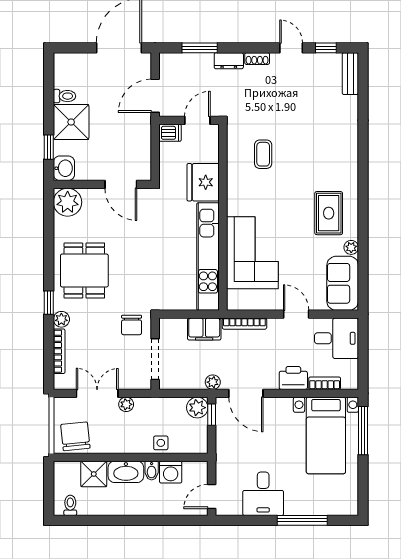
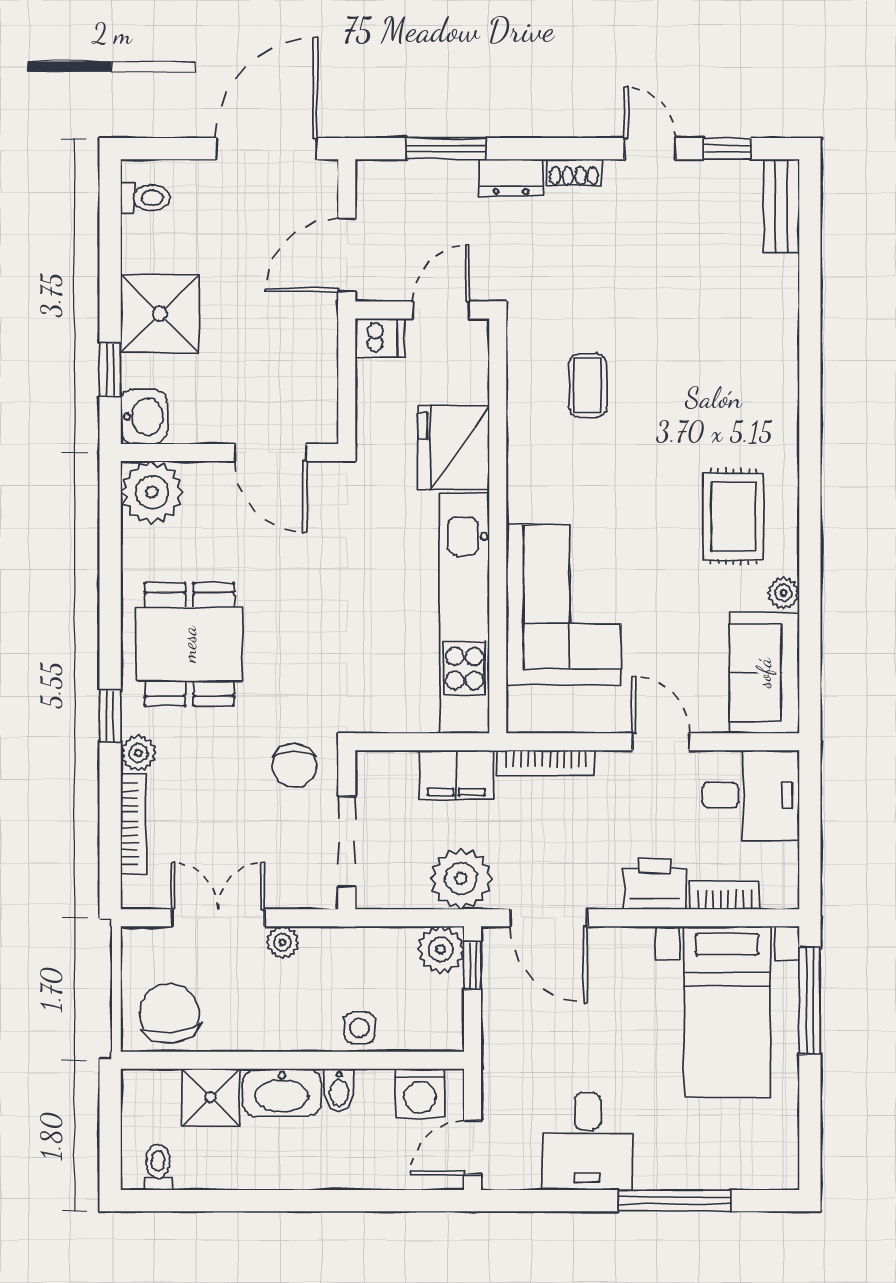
toilet: (65, 96) -> (145, 198), moved
plant: (213, 382) -> (461, 879), width x1.87, depth x1.87
washing machine: (171, 472) -> (420, 1093), moved

